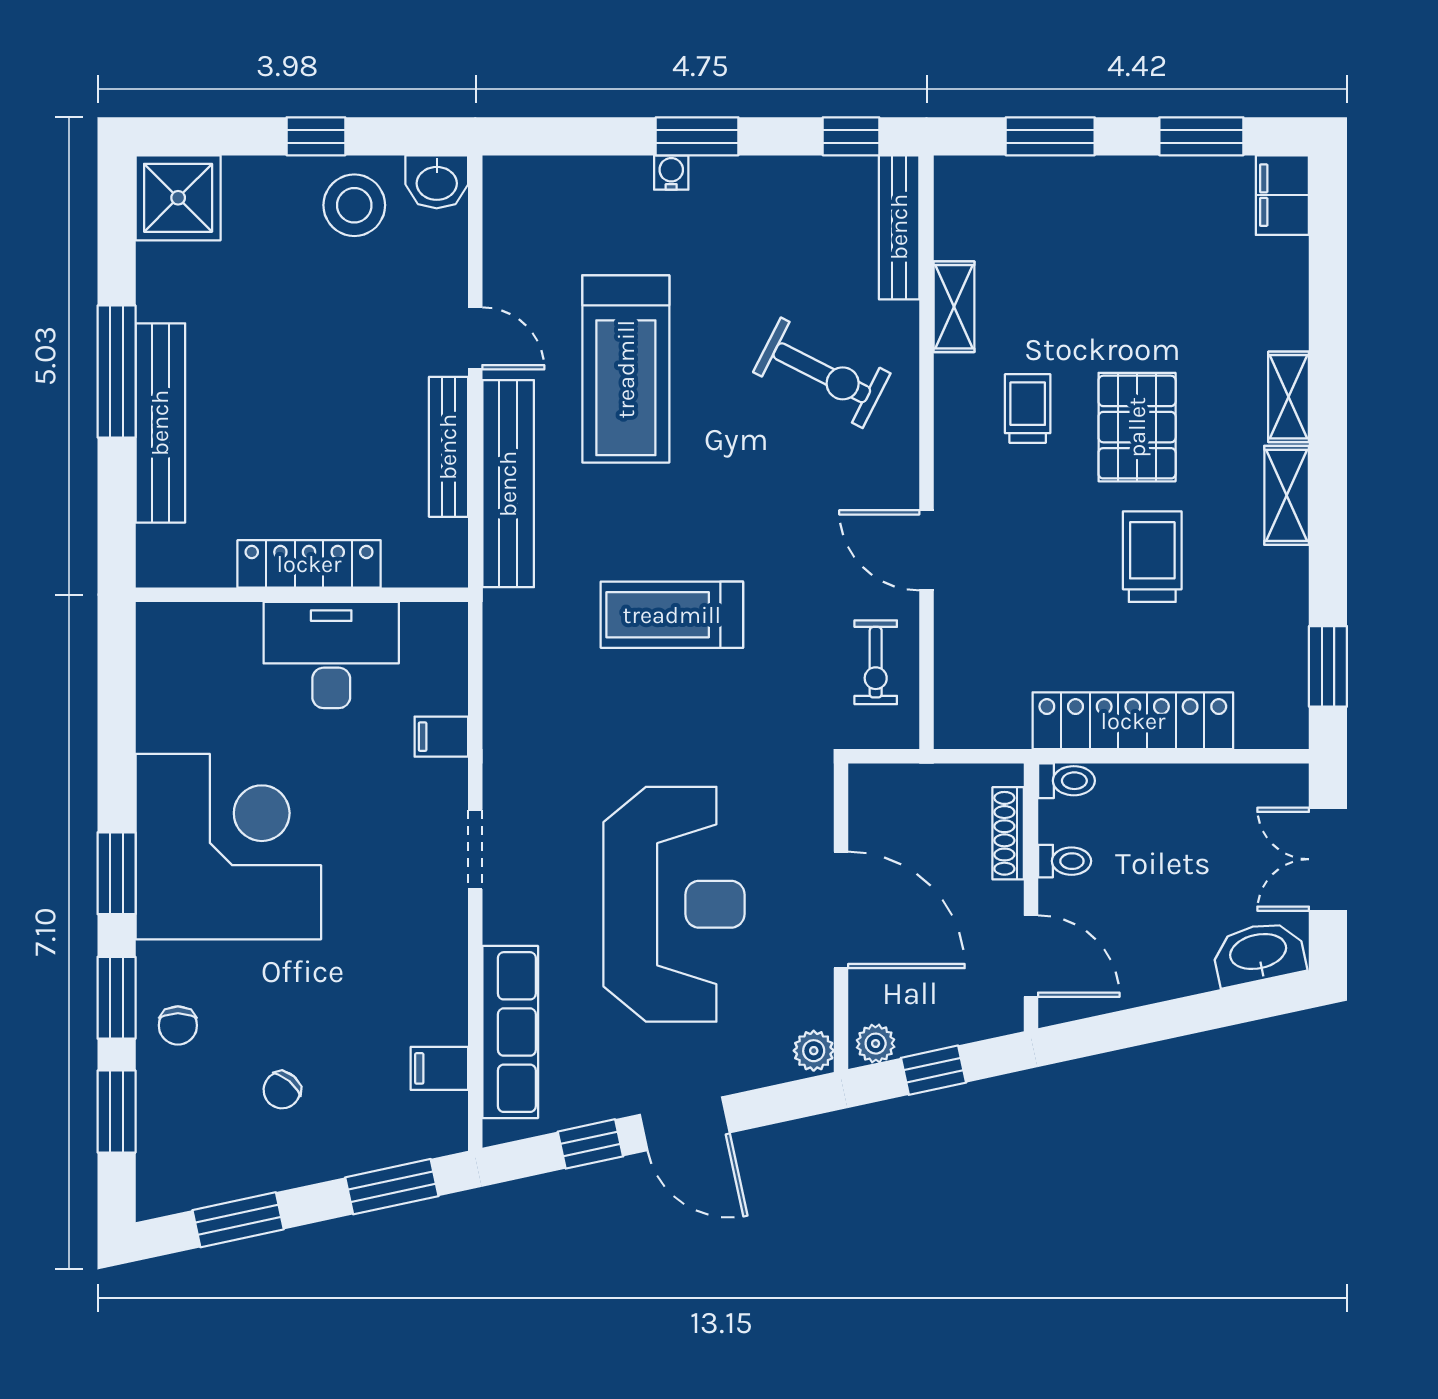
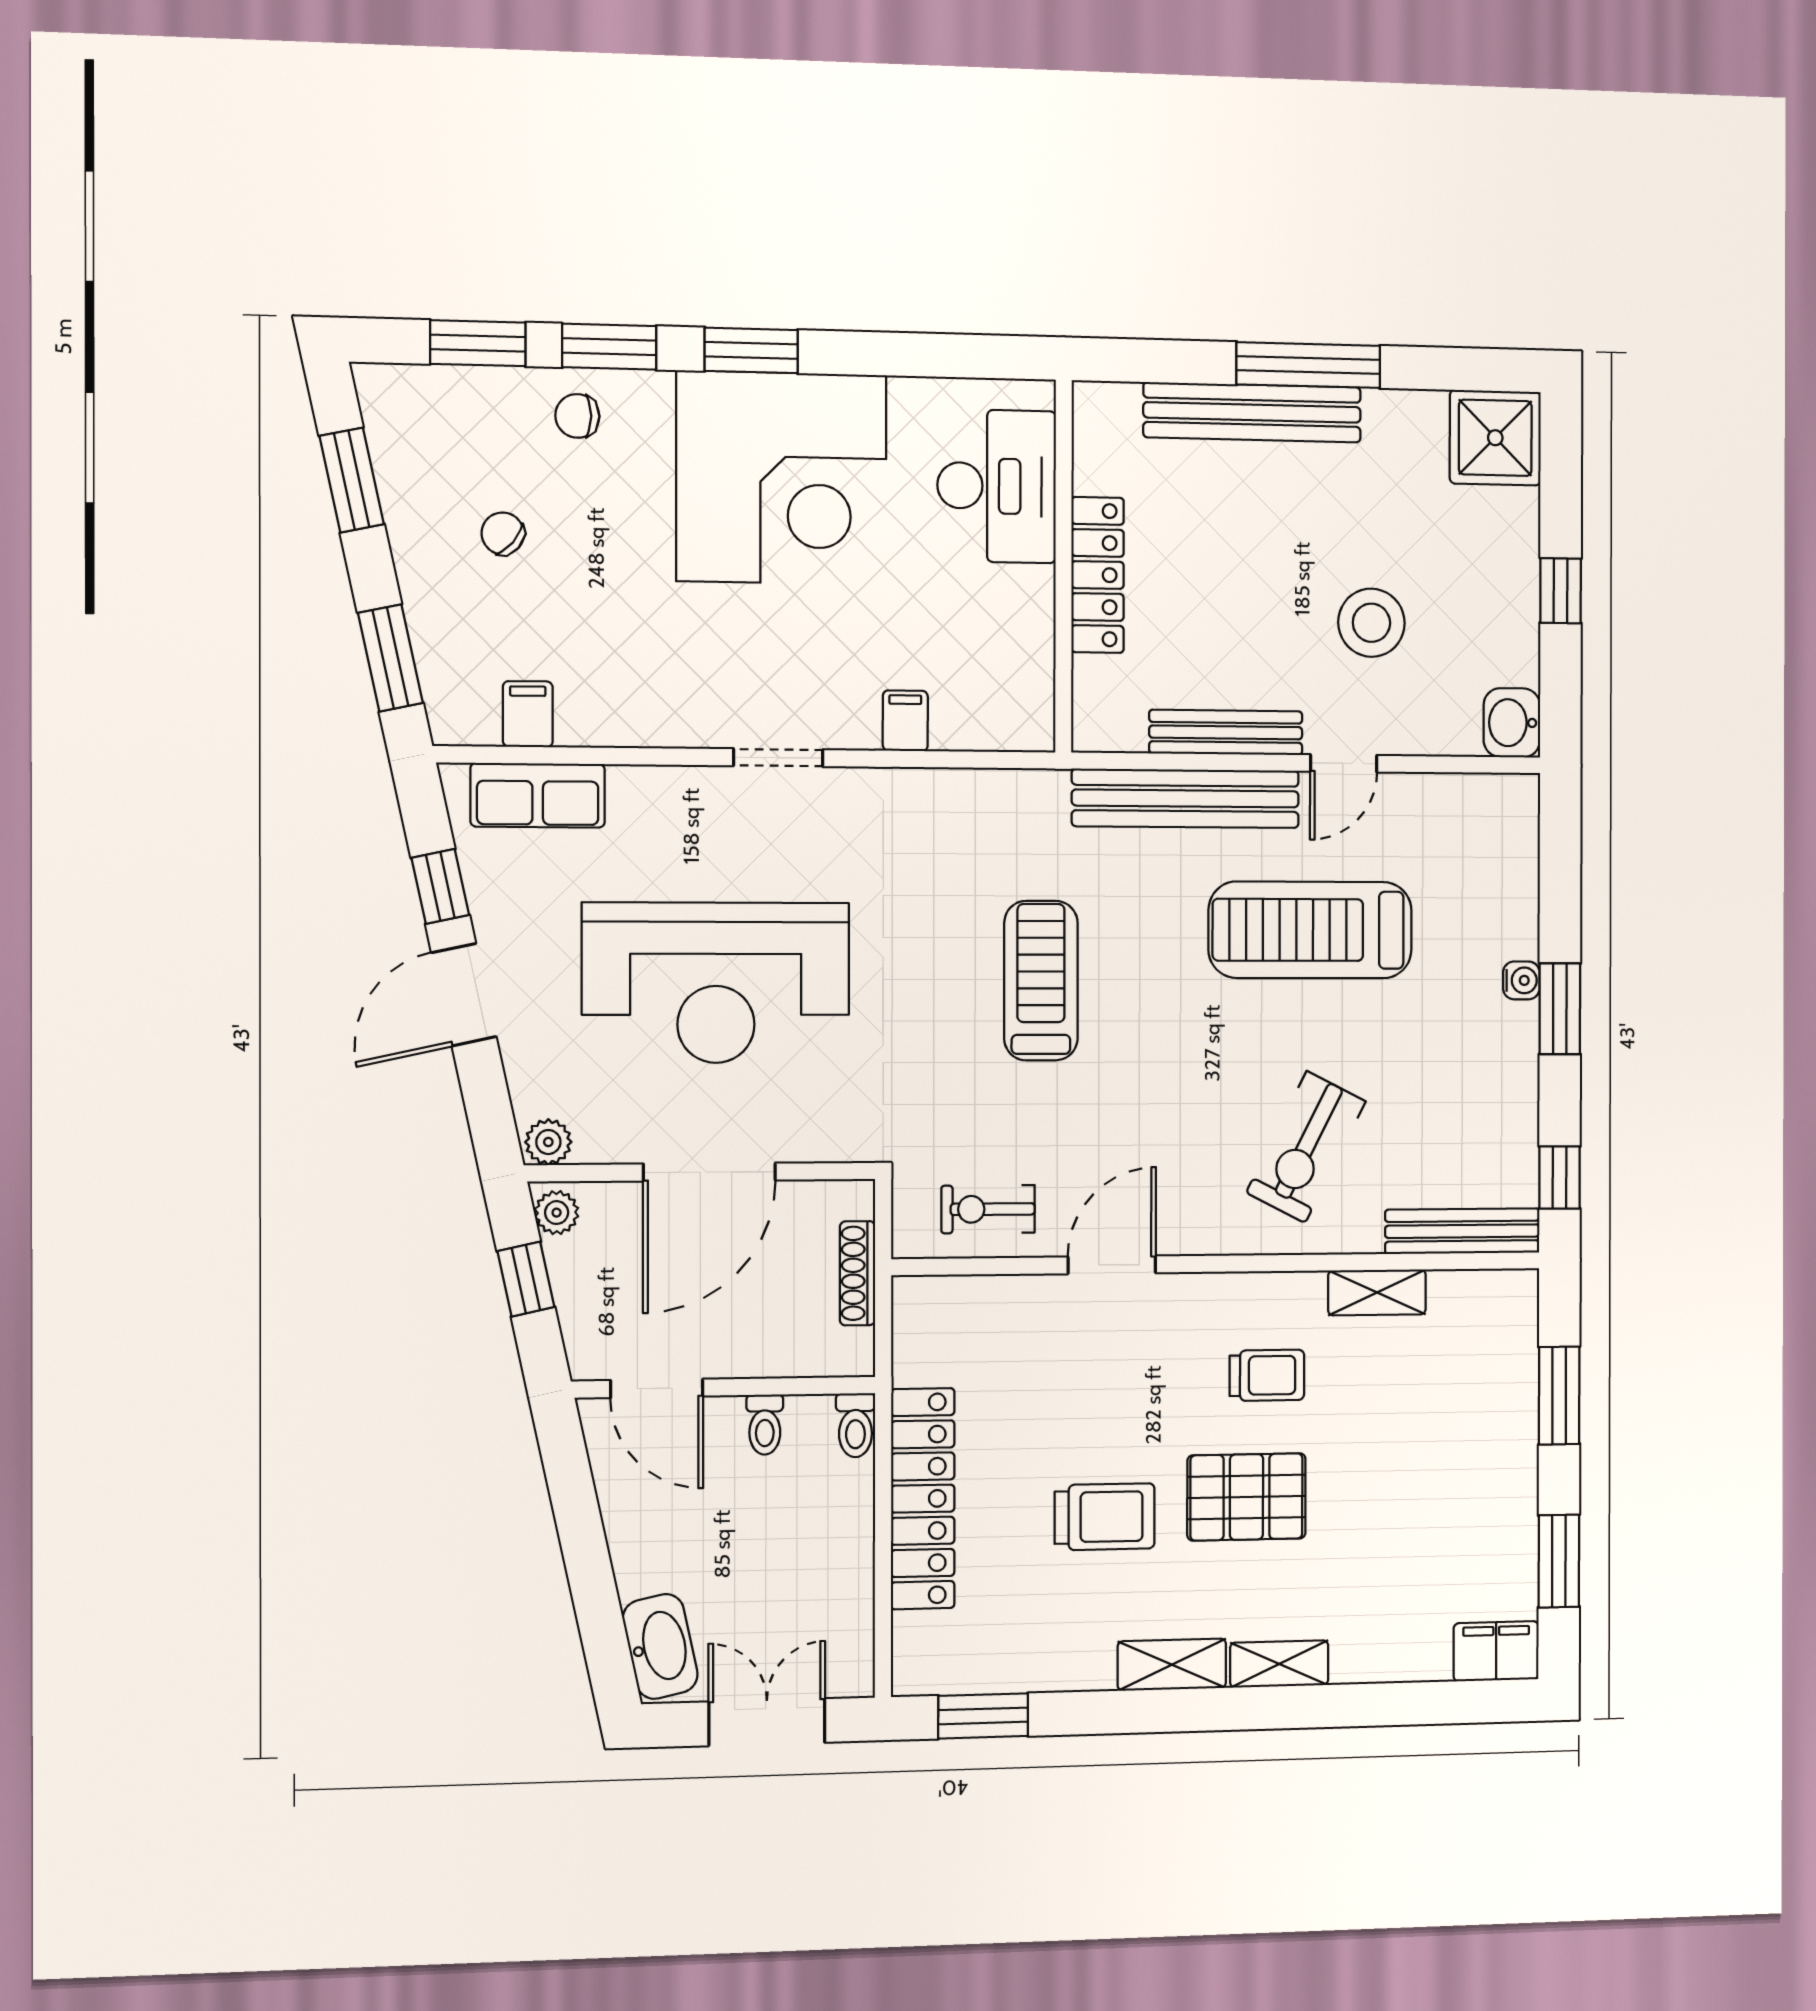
stool: (354, 205) -> (1371, 623), moved
desk: (331, 655) -> (997, 486), moved
shoe rack: (1008, 833) -> (857, 1273), moved, turned -90
door: (1031, 956) -> (657, 1388), hinge flipped
row of seats: (510, 1032) -> (538, 795), width x0.68

